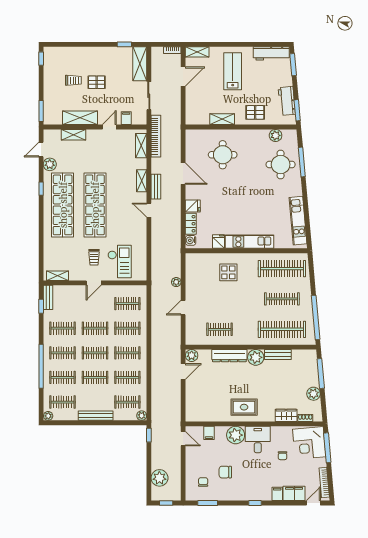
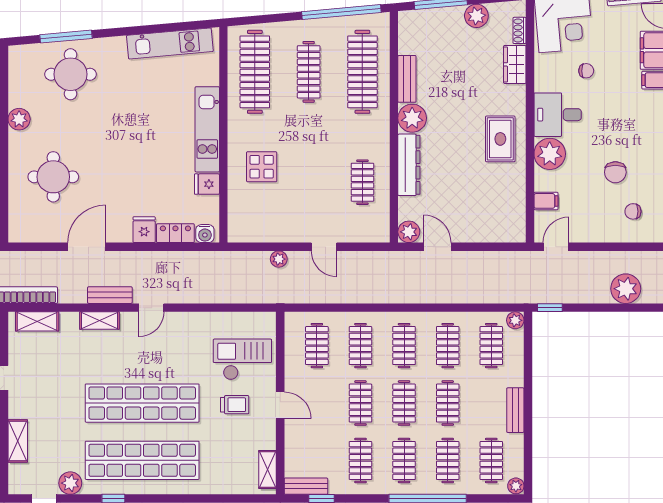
plant: (276, 135) -> (19, 119), moved
bench: (96, 416) -> (515, 410), width x0.73

